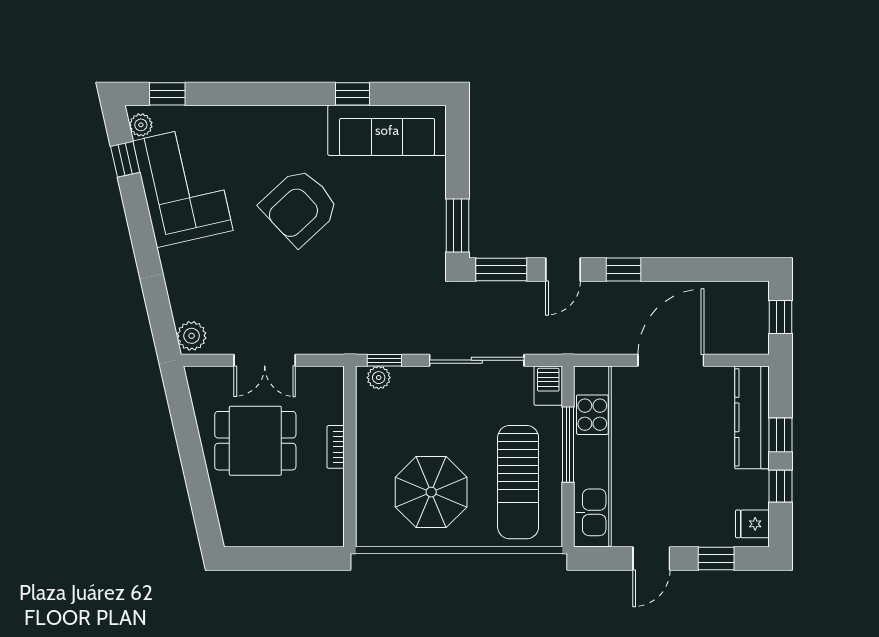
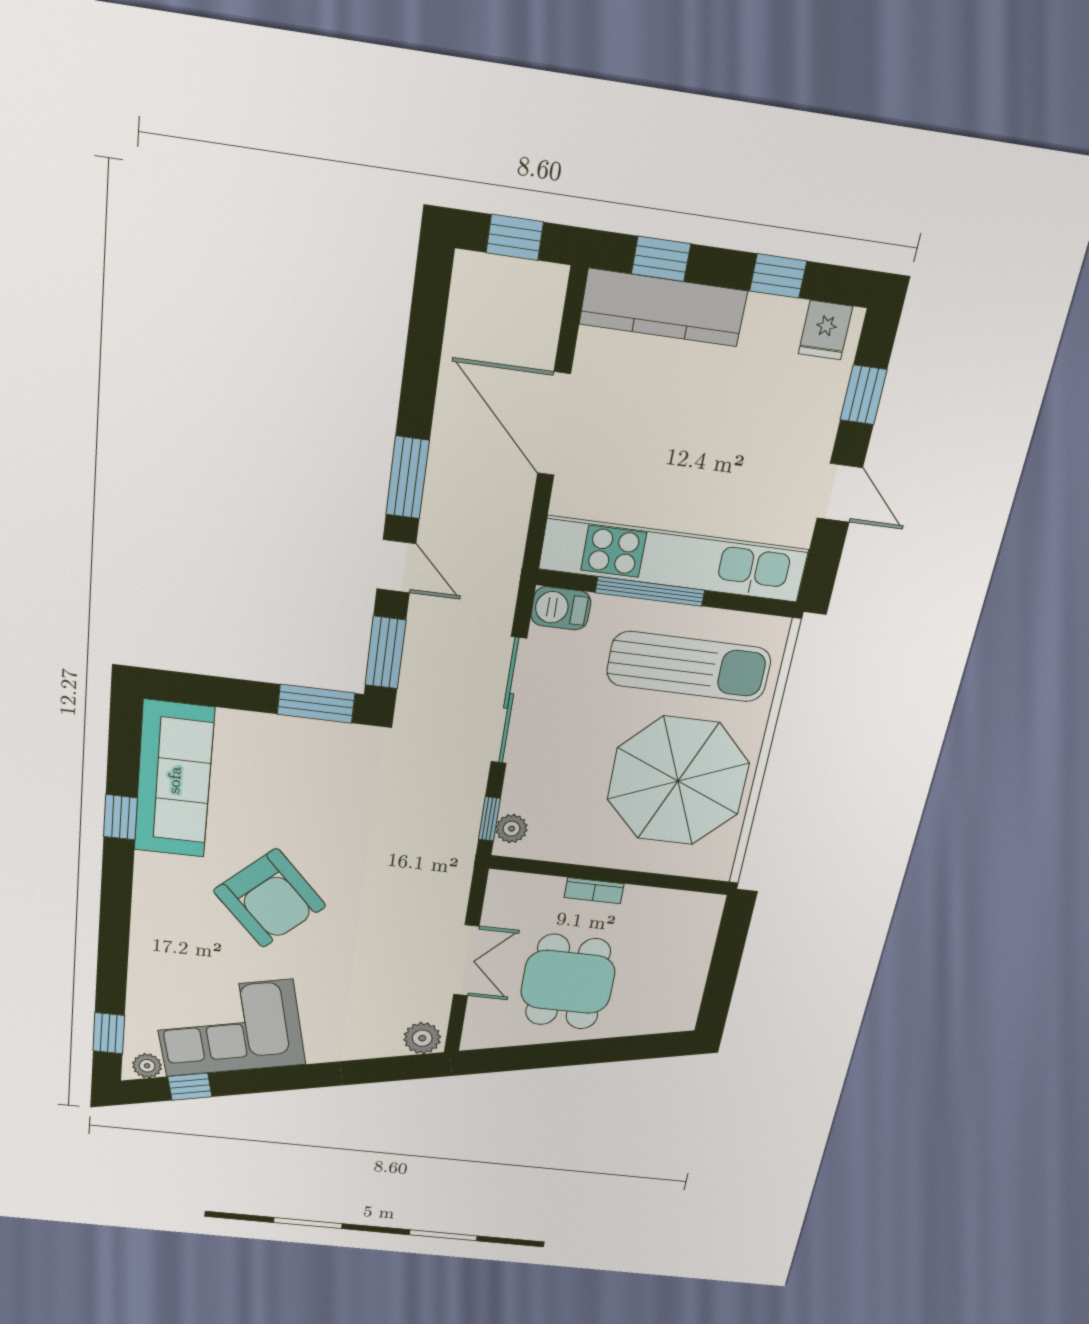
window: (624, 270) -> (408, 478), width x1.50
window: (780, 435) -> (661, 259), moved
parasol: (431, 492) -> (678, 781), width x1.36, depth x1.36

